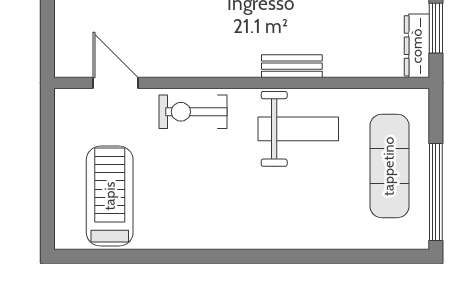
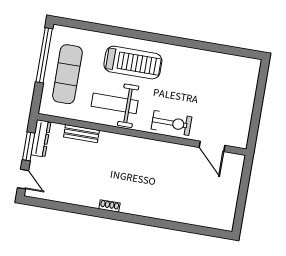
bench: (292, 66) -> (81, 134), moved
treadmill: (110, 196) -> (133, 63), moved, turned -90

